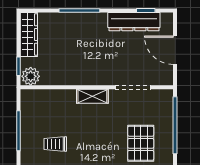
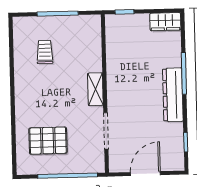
dresser: (134, 22) -> (173, 95), moved
wardrobe: (29, 35) -> (165, 22), width x0.67
plant: (31, 76) -> (114, 25), removed

